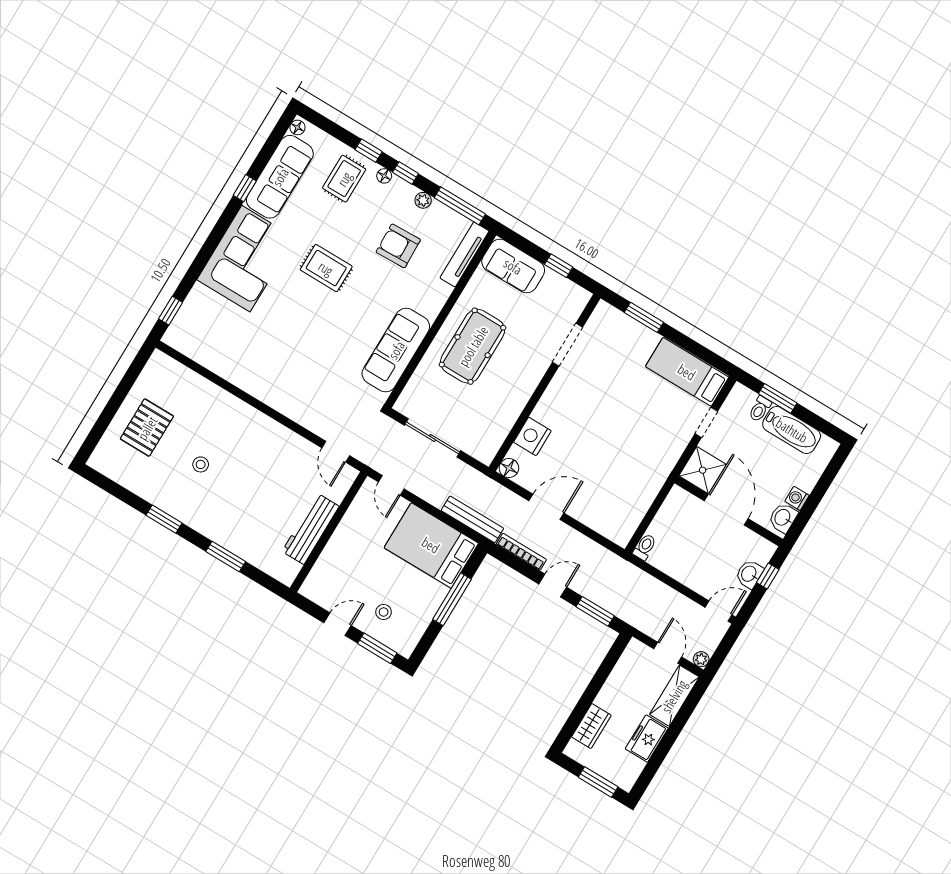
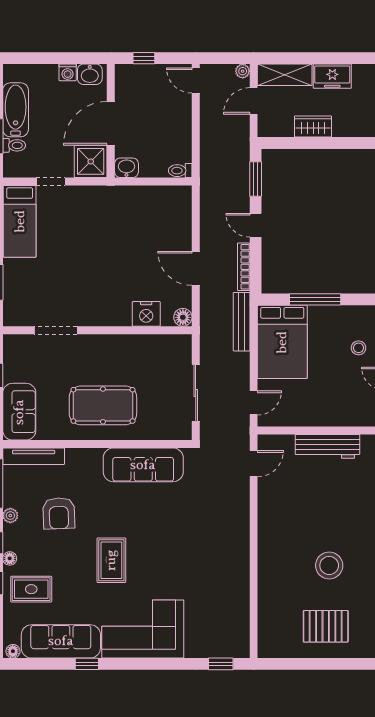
stool: (201, 464) -> (329, 565), width x1.89, depth x1.89
washbasin: (749, 574) -> (126, 168), moved, turned 180
wardrobe: (591, 726) -> (313, 127), moved

